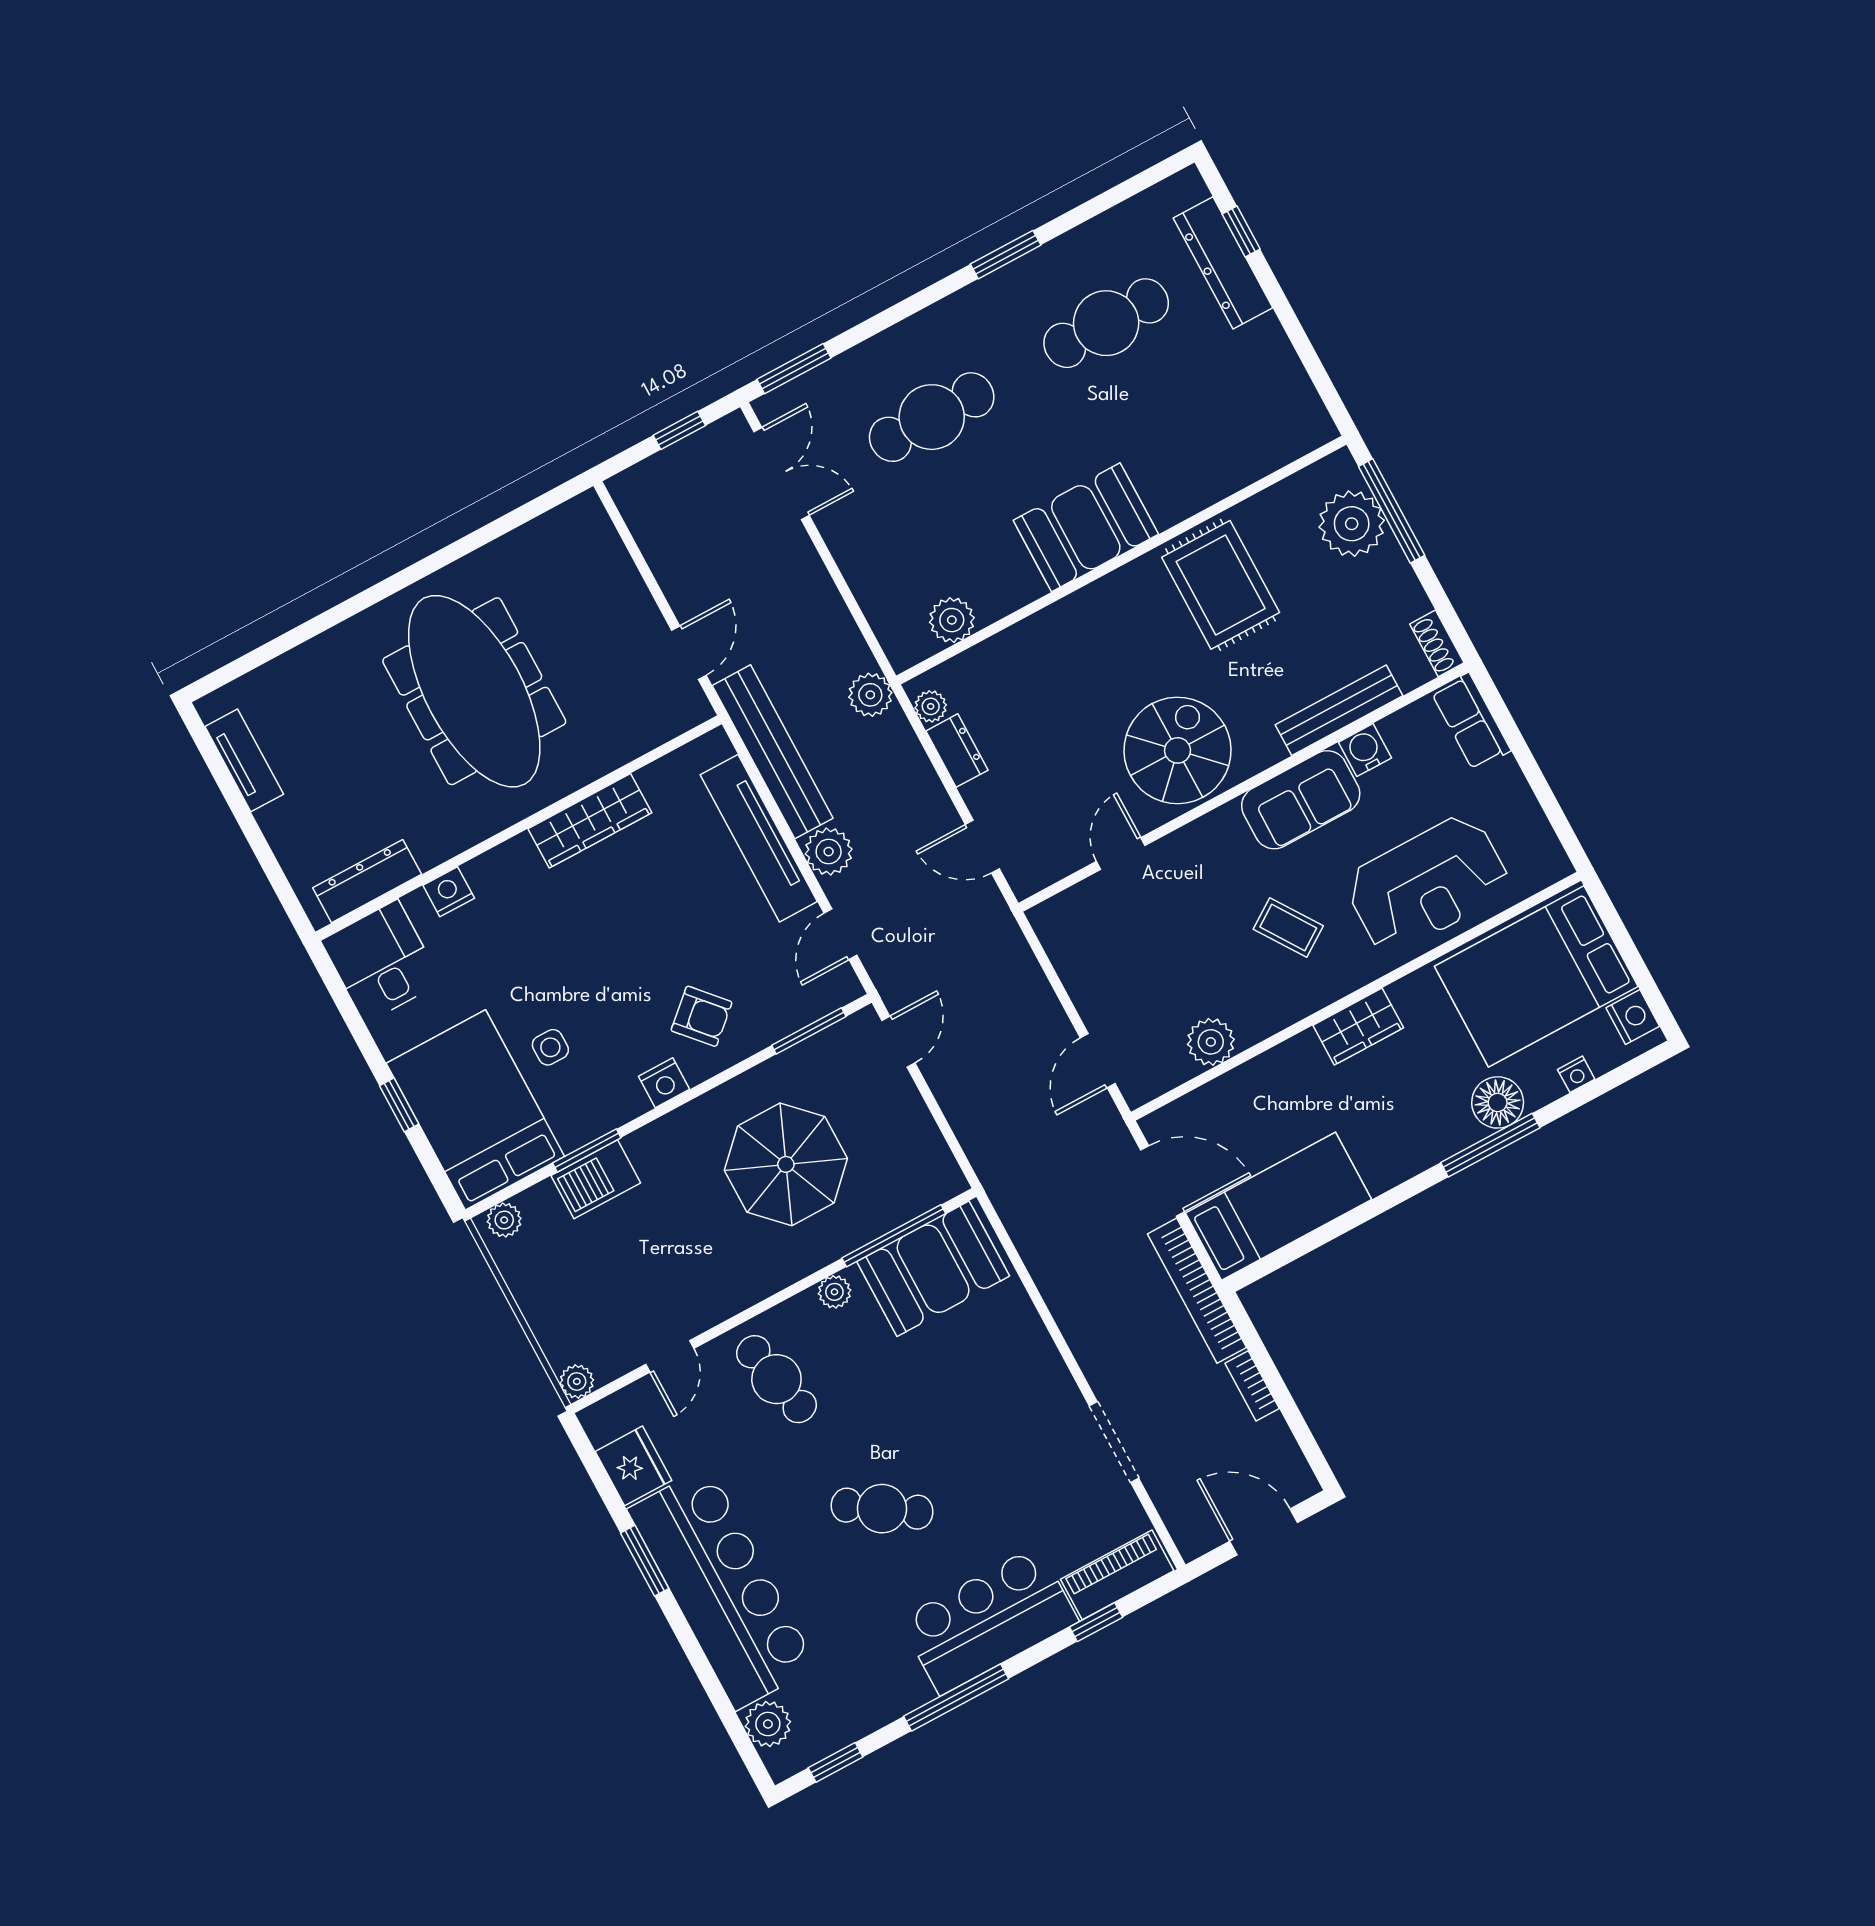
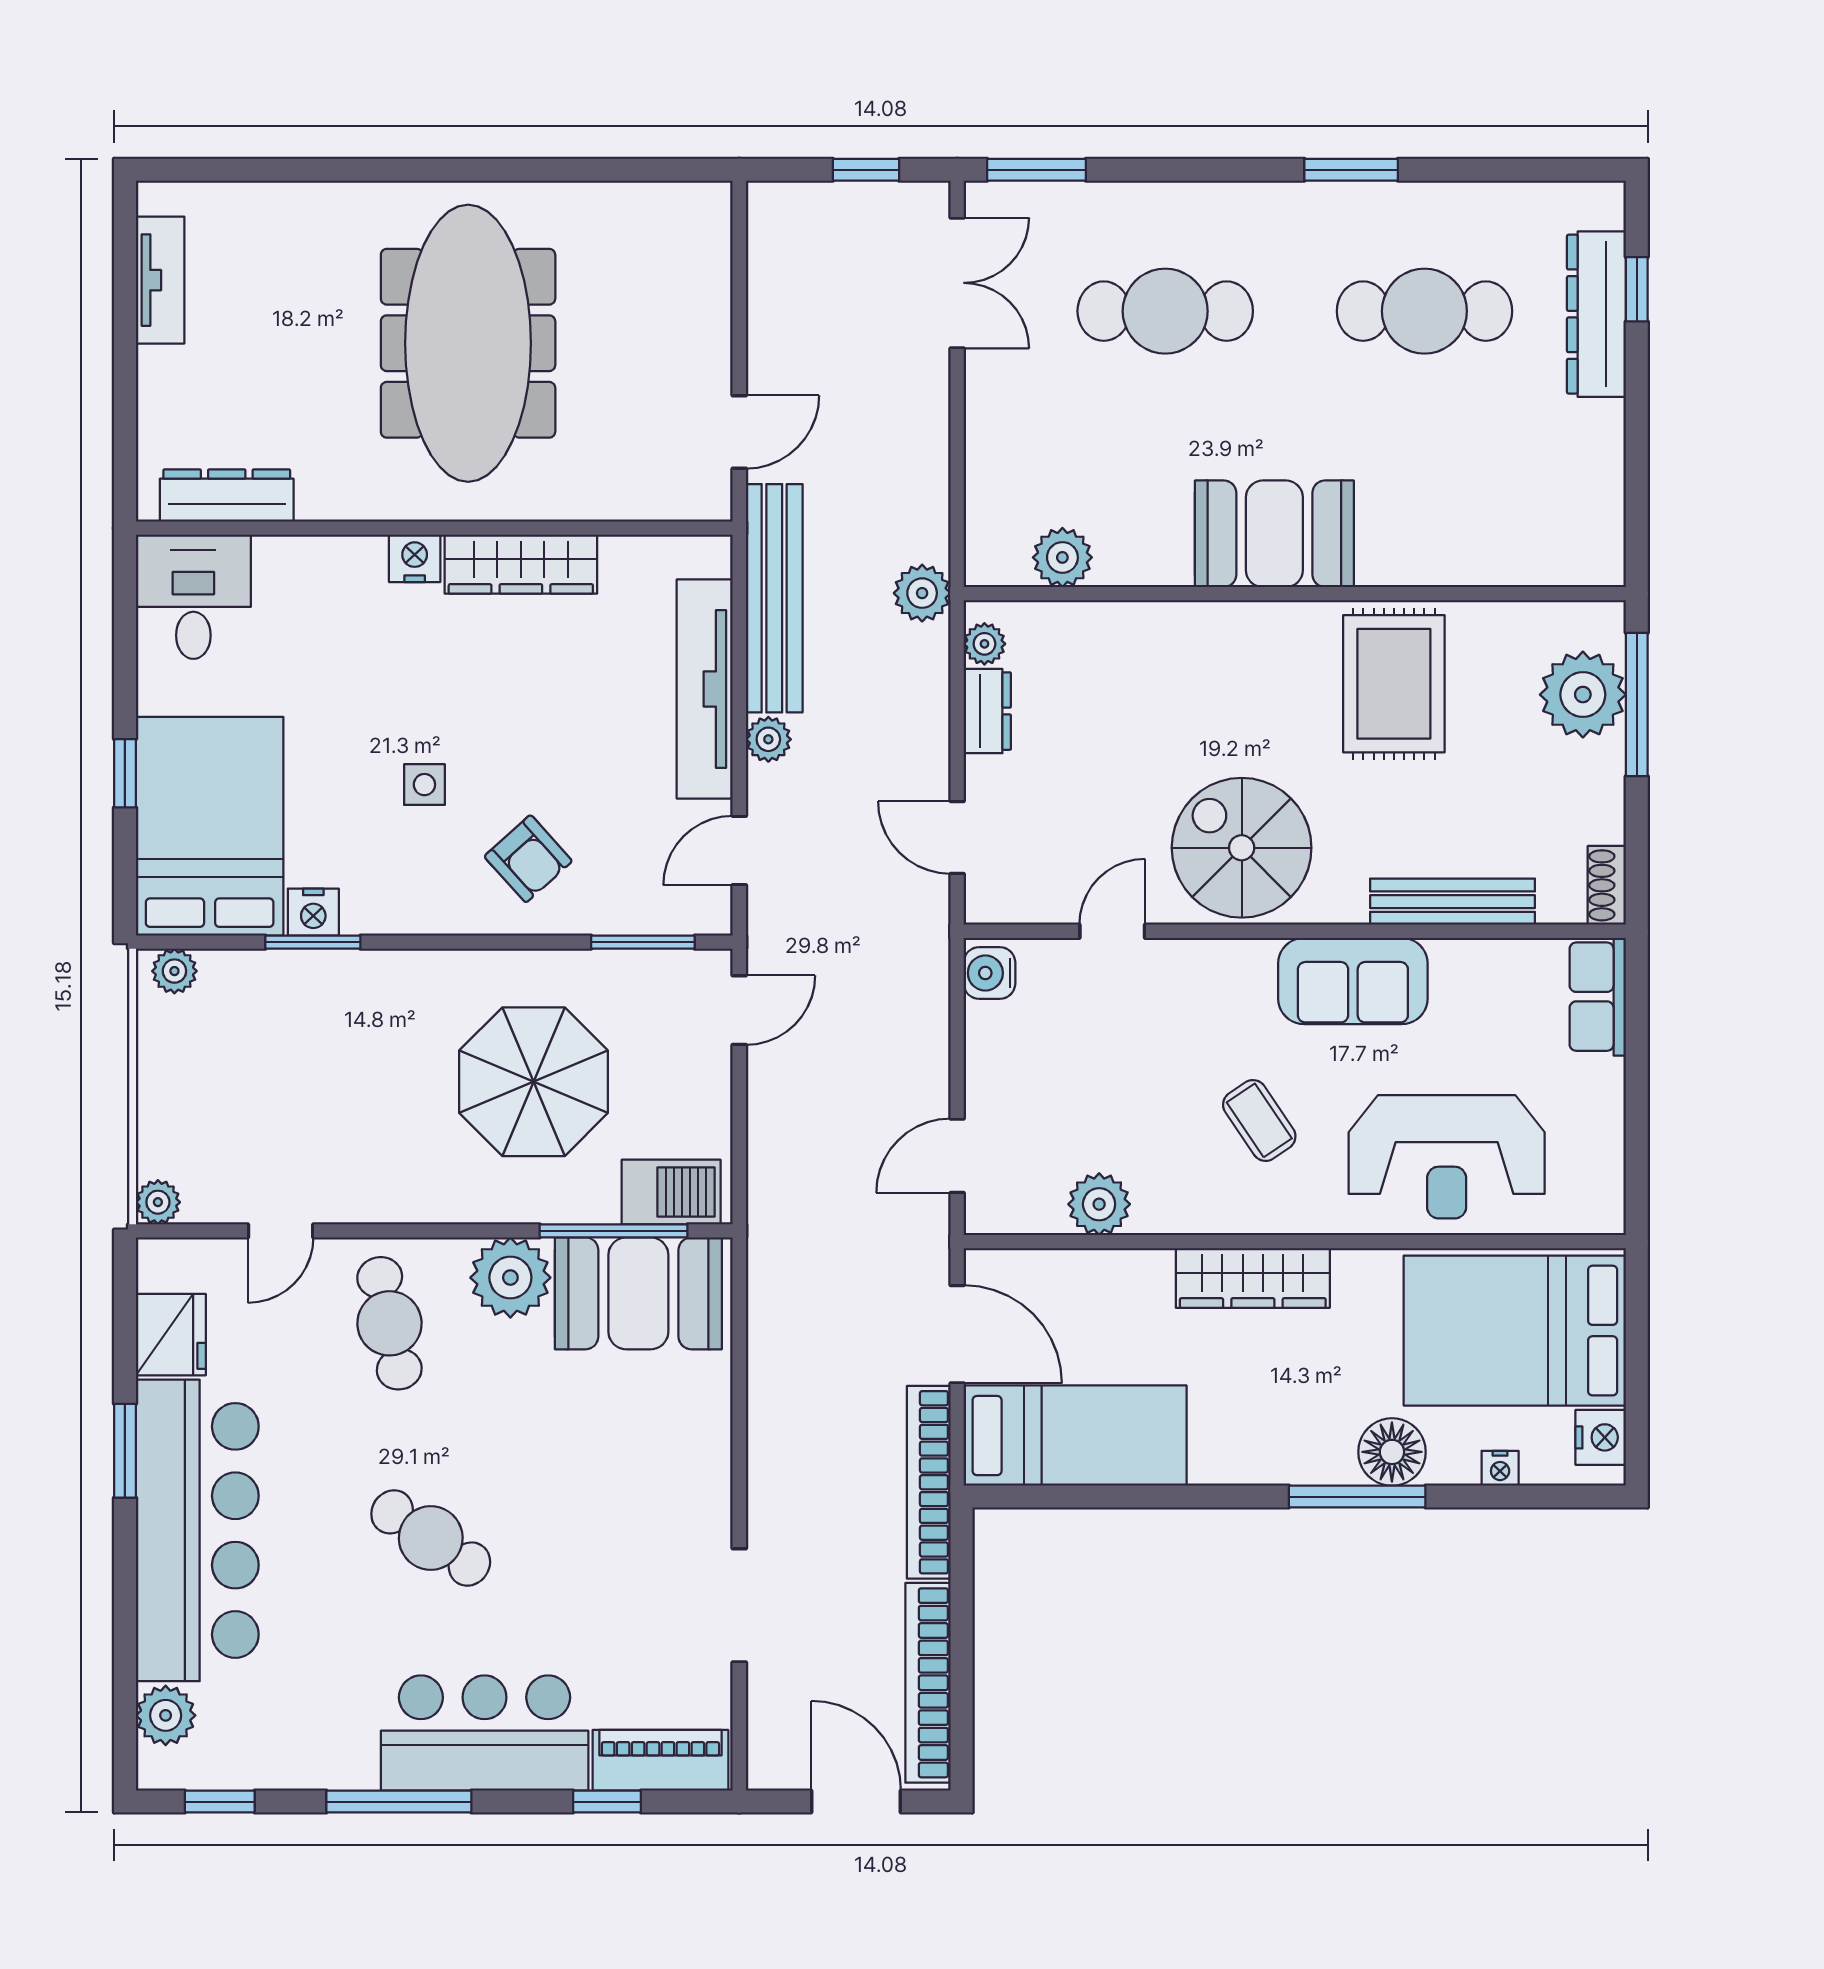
spiral stairs: (1178, 750) -> (1242, 848), turned -90
water cooler: (1365, 750) -> (989, 973), moved, turned -90
plant: (829, 852) -> (768, 739), width x0.73, depth x0.73
nightstand: (449, 892) -> (415, 558), moved
wardrobe: (1358, 1027) -> (1253, 1278), width x1.50
side table: (550, 1047) -> (424, 785), moved
nightstand: (664, 1083) -> (313, 912), moved
barbecue: (596, 1179) -> (671, 1192), moved, turned 180
plant: (834, 1292) -> (510, 1278), width x1.88, depth x1.88
bookcase: (1252, 1386) -> (928, 1683), width x2.31, depth x1.31

